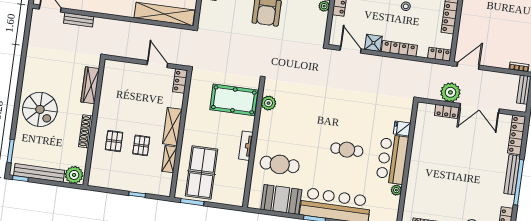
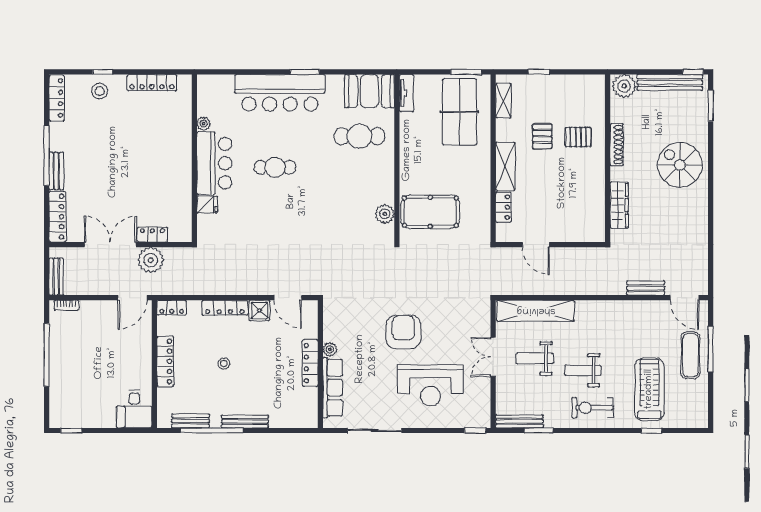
locker: (180, 81) -> (503, 207), moved
pallet: (114, 141) -> (578, 137), turned 90
tv unit: (246, 146) -> (406, 93), moved
shelving: (169, 159) -> (503, 101), moved
bench: (512, 175) -> (56, 171), width x0.73
booth: (281, 199) -> (369, 91), moved

